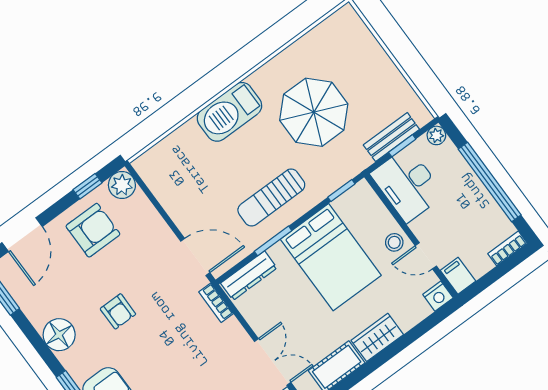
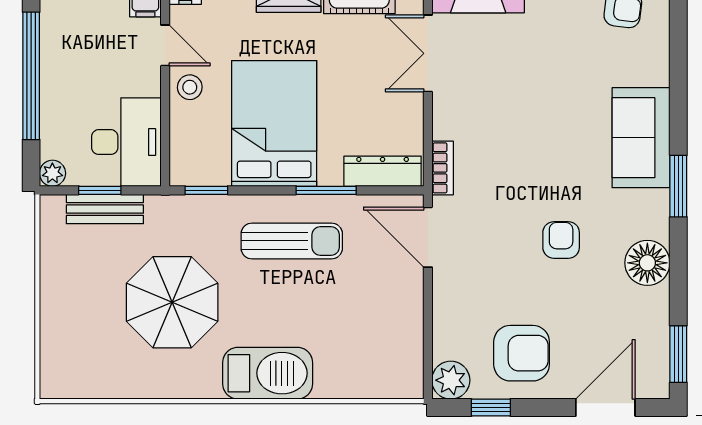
armchair: (93, 230) -> (522, 353), turned 180

